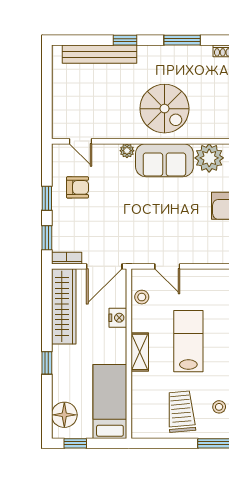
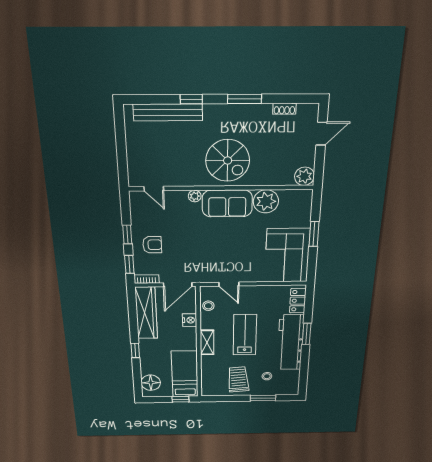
armchair: (77, 187) -> (152, 245), moved
window: (75, 443) -> (181, 399), moved

